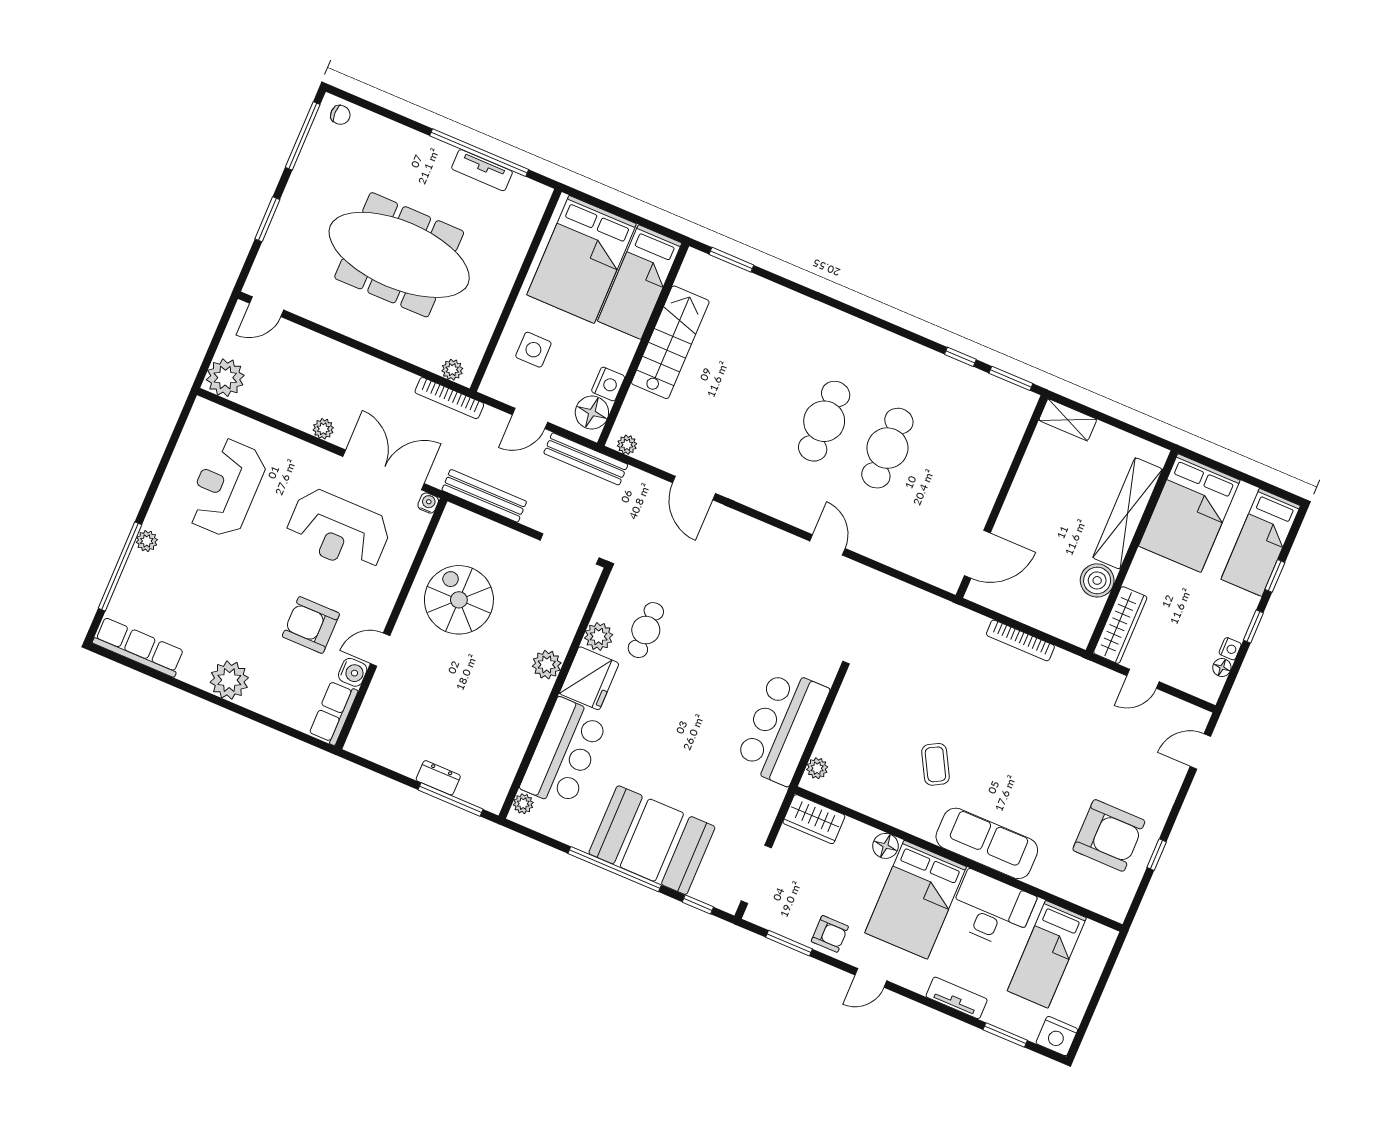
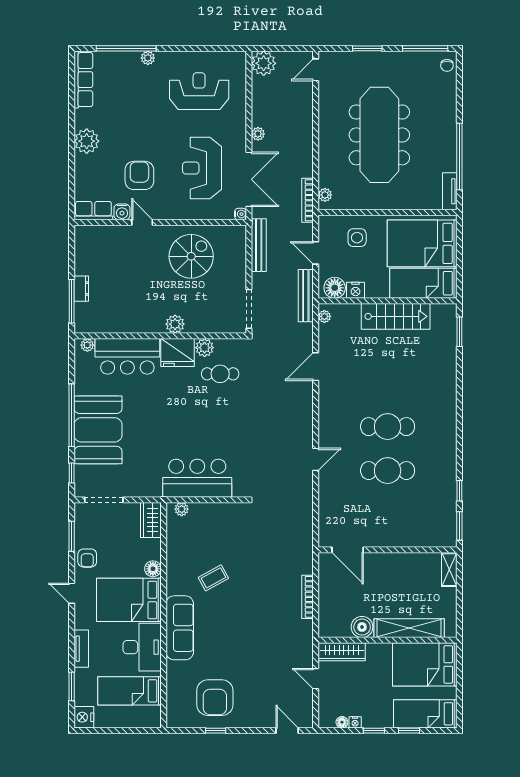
tv unit: (482, 170) -> (450, 191), moved
door: (267, 307) -> (316, 70), hinge flipped

